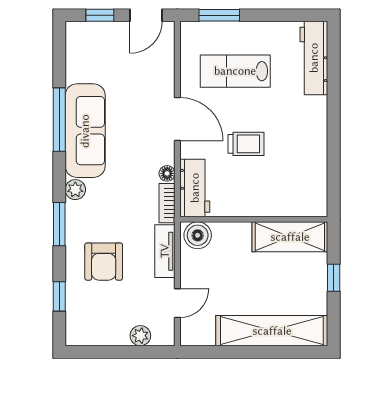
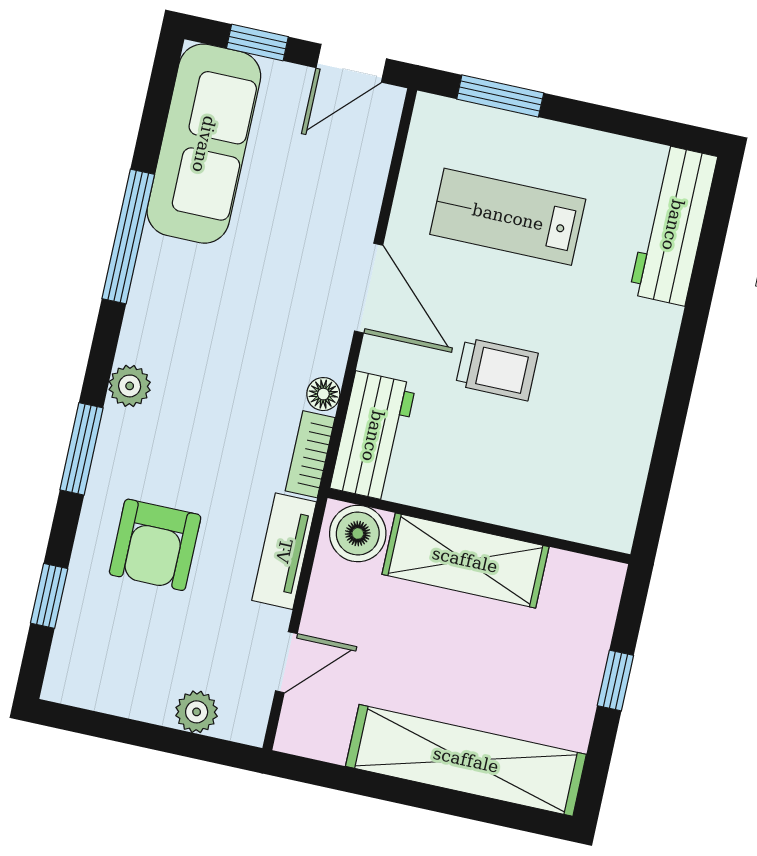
sofa: (85, 131) -> (204, 144), moved
shelving: (290, 237) -> (465, 560), moved

